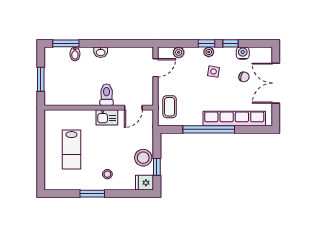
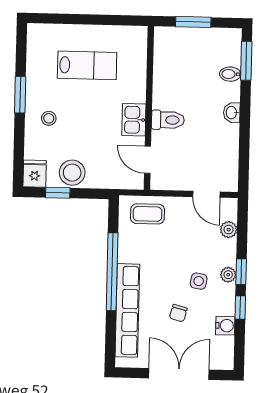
chair: (244, 77) -> (178, 313), moved
lab bench: (71, 149) -> (87, 65), turned 180

